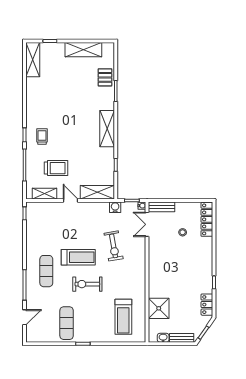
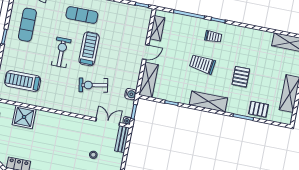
pallet: (76, 101) -> (241, 77), added
trolley: (56, 168) -> (202, 64), moved, turned 97
treadmill: (78, 257) -> (89, 49), turned 180
exercise mat: (67, 323) -> (27, 25), turned 90

